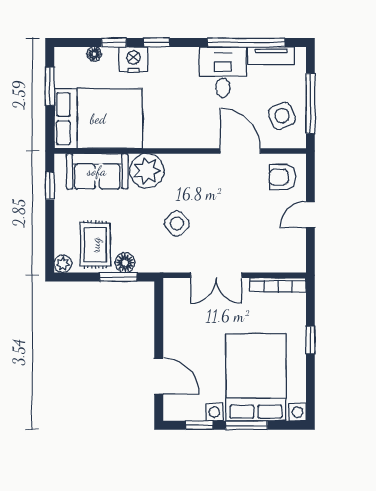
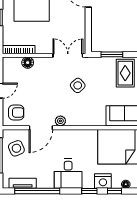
desk: (223, 72) -> (68, 174), moved
door: (240, 151) -> (41, 128), hinge flipped
plant: (147, 171) -> (60, 121), moved, width x0.53, depth x0.53
floor lamp: (125, 263) -> (28, 63), moved
double door: (216, 275) -> (68, 55), moved

